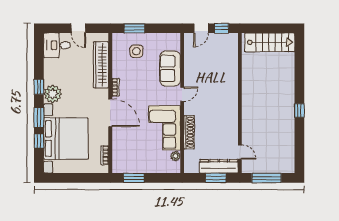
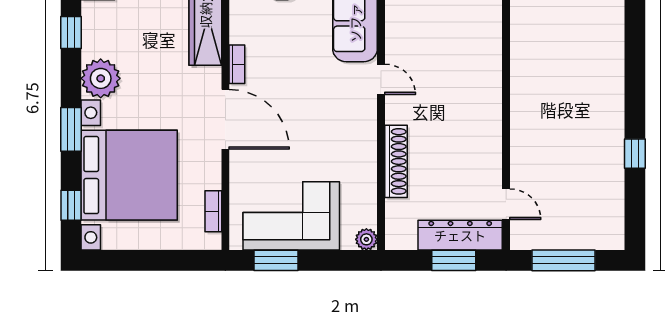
window: (39, 87) -> (71, 33), moved
door: (182, 94) -> (381, 79), hinge flipped
window: (299, 111) -> (635, 154), moved
corner sofa: (165, 128) -> (291, 216), moved, turned 90
window: (39, 141) -> (71, 205), moved
plant: (175, 156) -> (366, 239), moved

